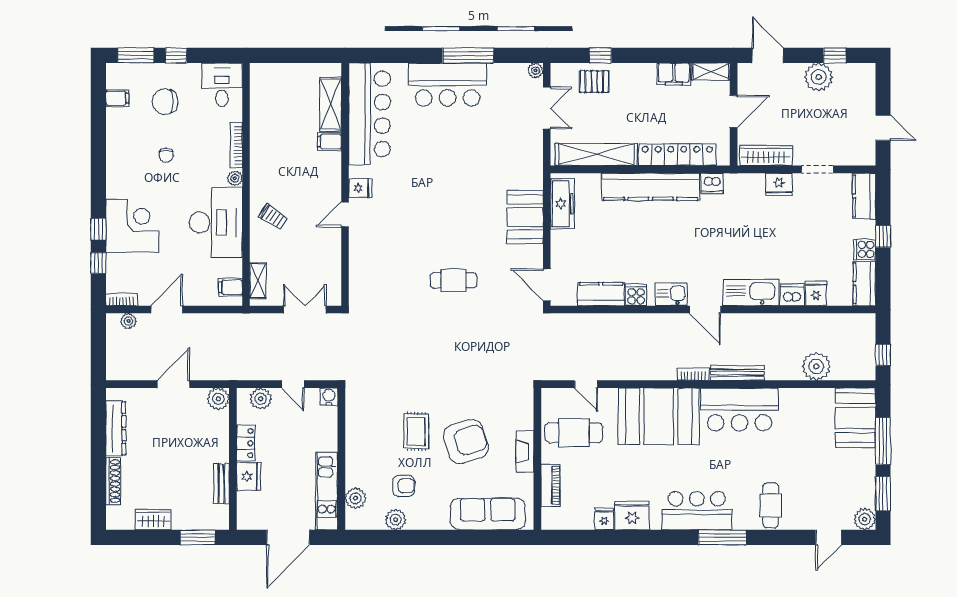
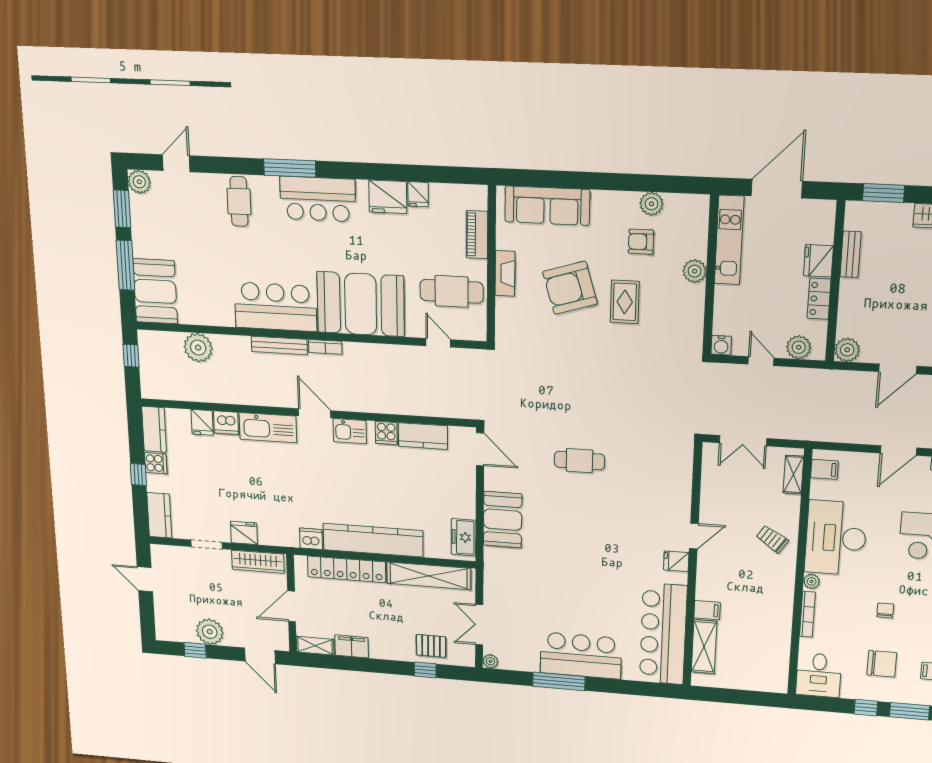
freezer: (562, 204) -> (464, 537), width x0.71
plant: (355, 498) -> (695, 271), moved

